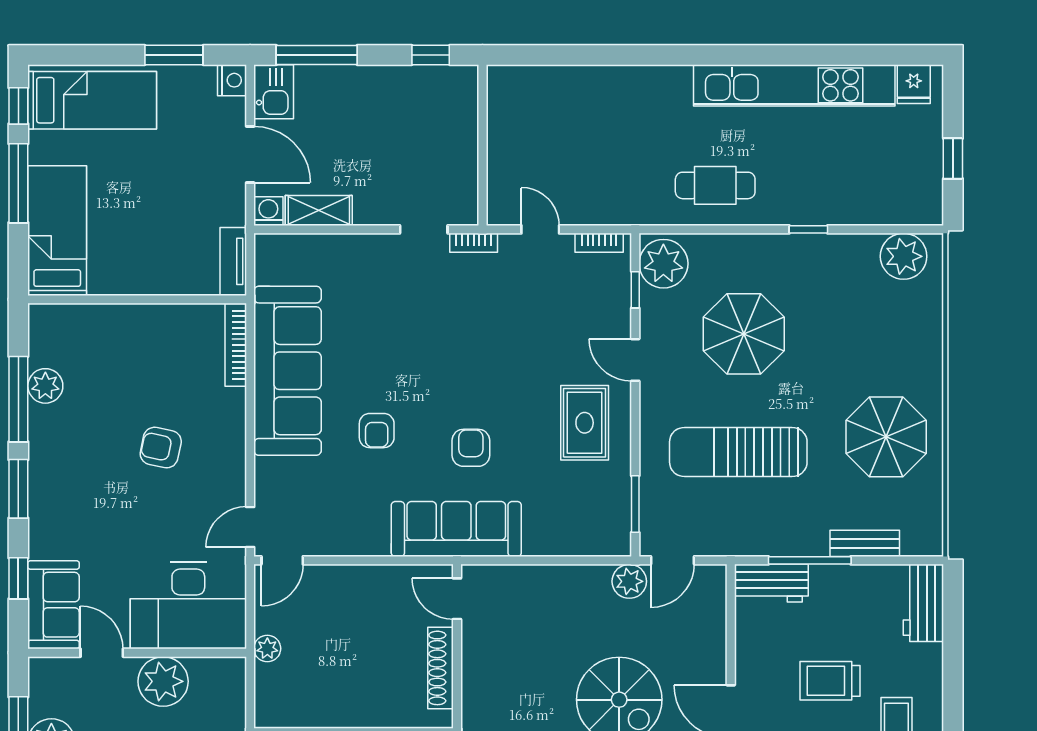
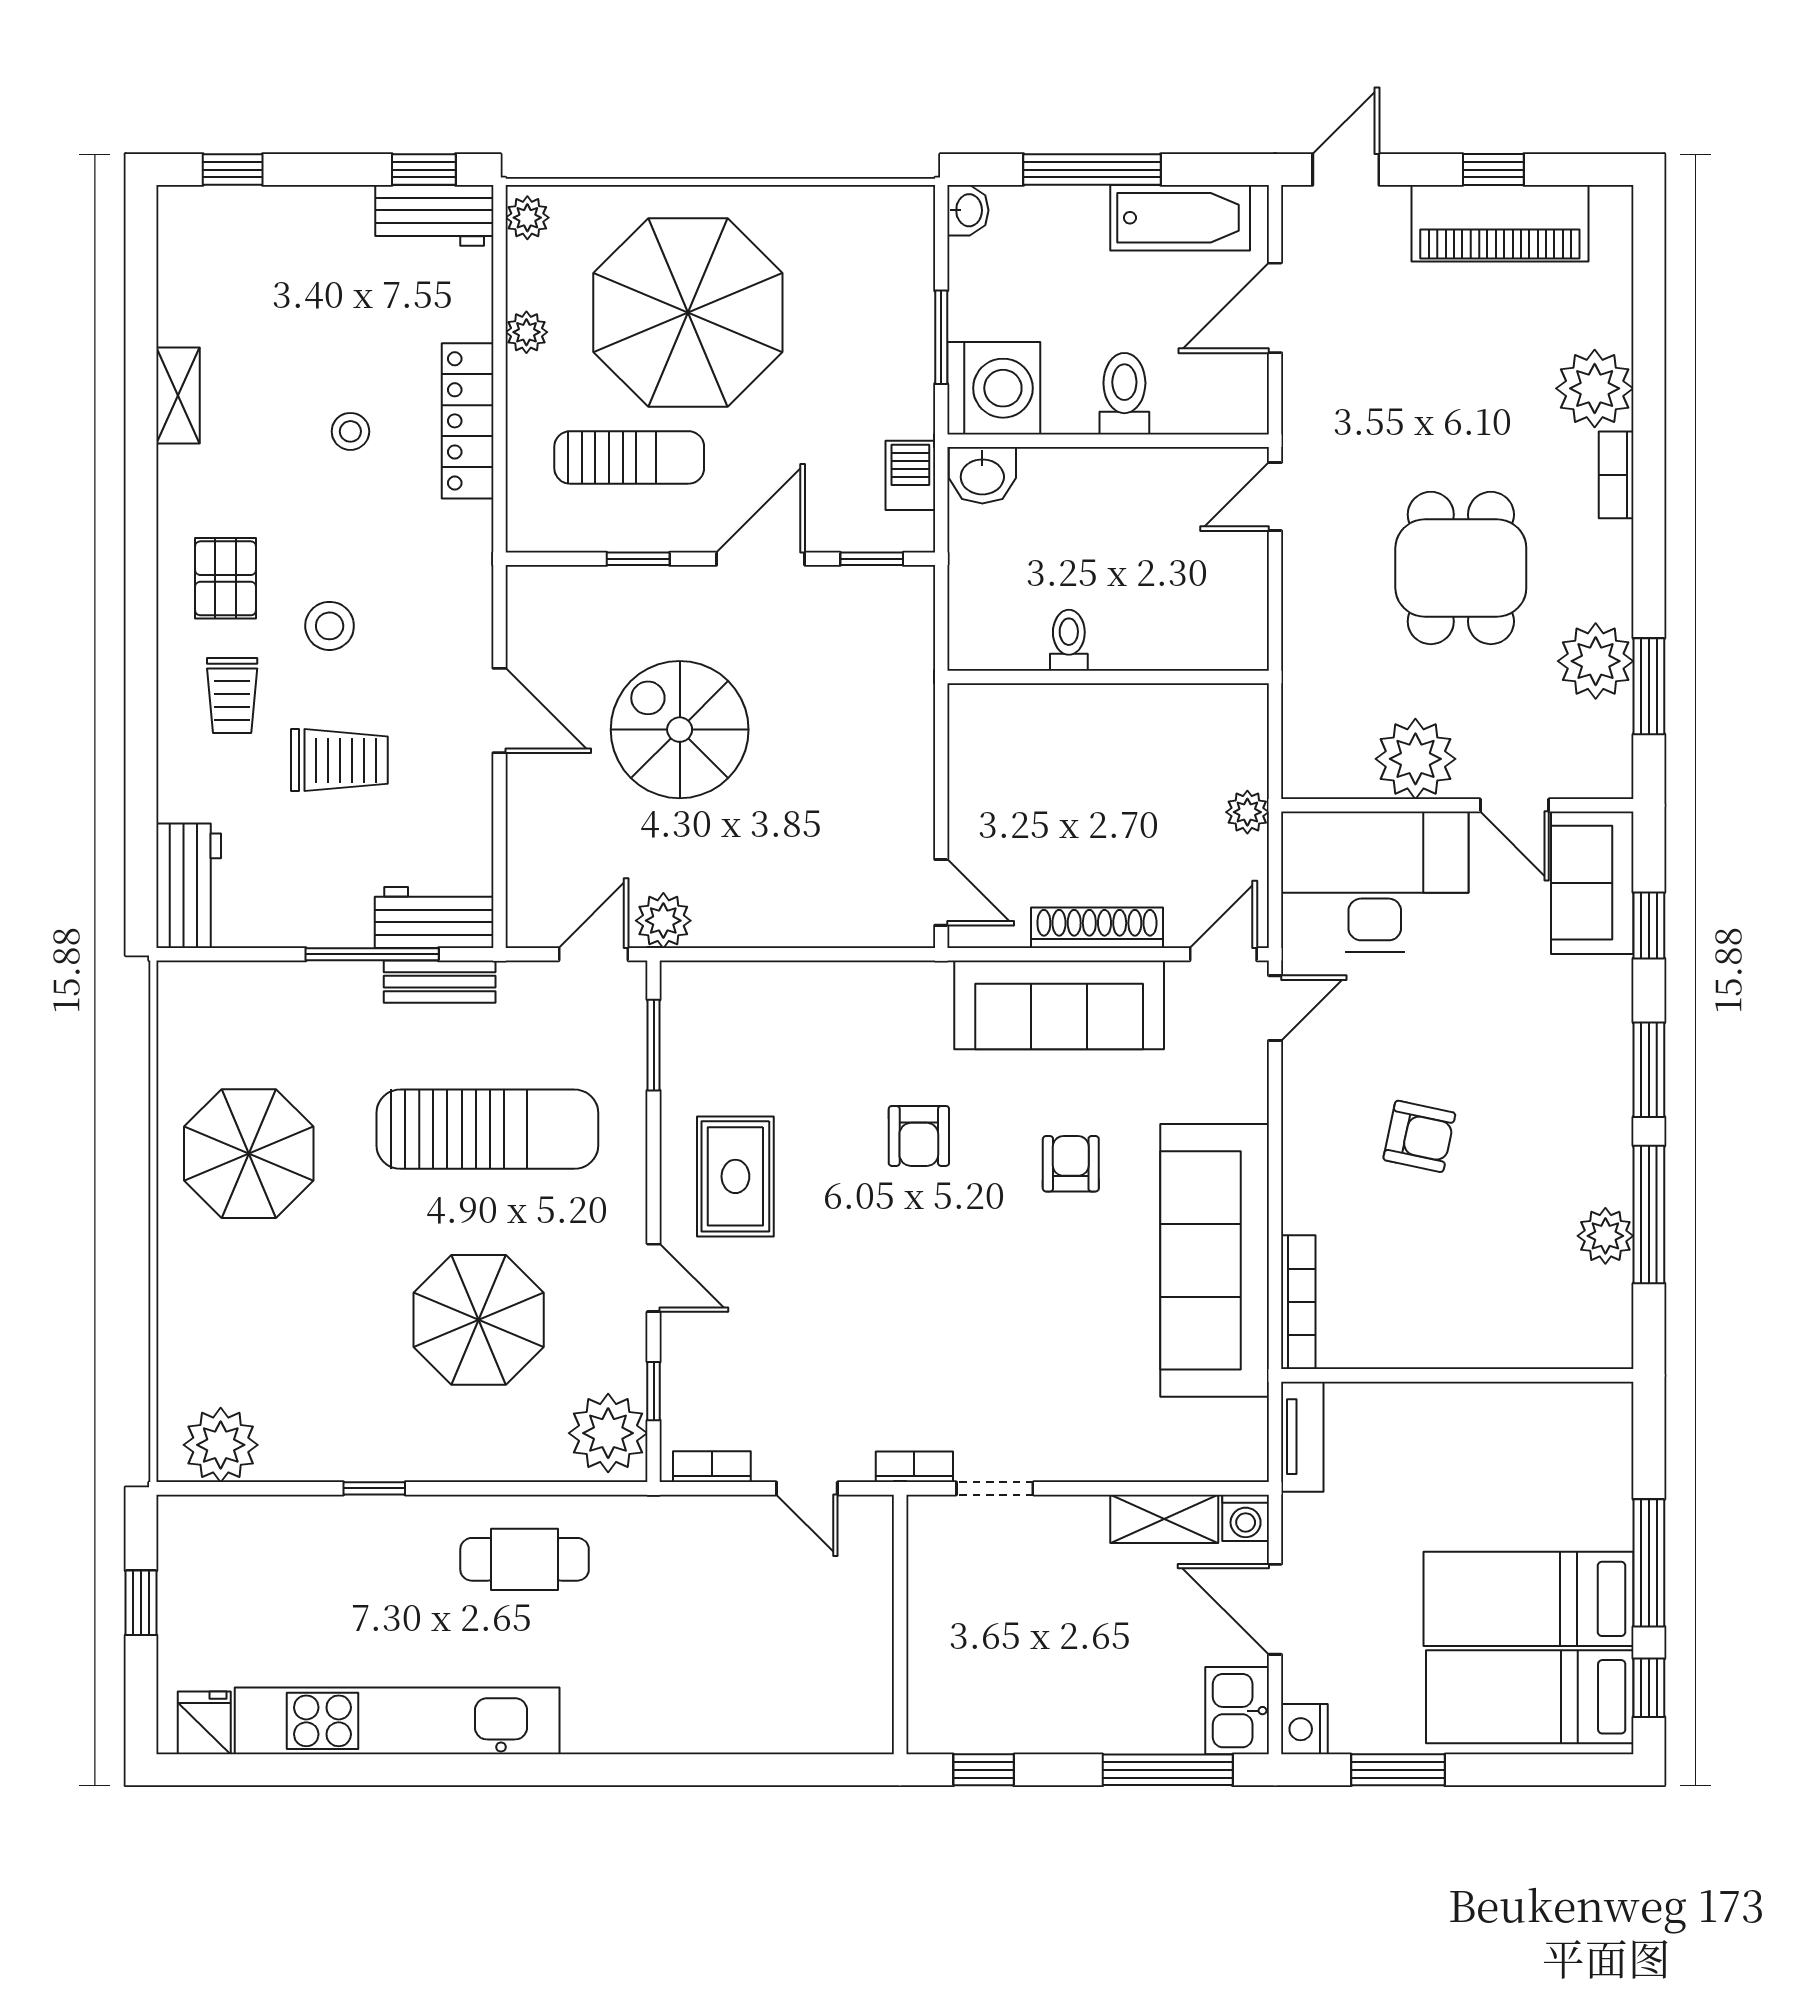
bed: (57, 231) -> (1529, 1599), moved, turned 90
sofa: (456, 529) -> (1059, 1005), moved
bench: (865, 543) -> (440, 982), moved
shoe rack: (441, 668) -> (1097, 928), moved, turned -90

